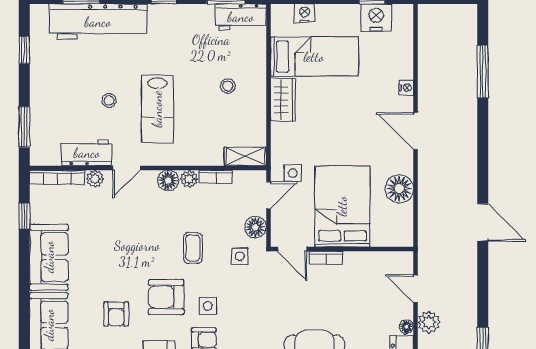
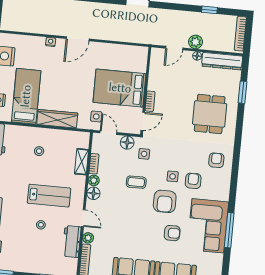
wardrobe: (283, 100) -> (57, 119), width x1.50
shelving: (245, 156) -> (82, 162), moved
floor lamp: (399, 189) -> (112, 52), removed

